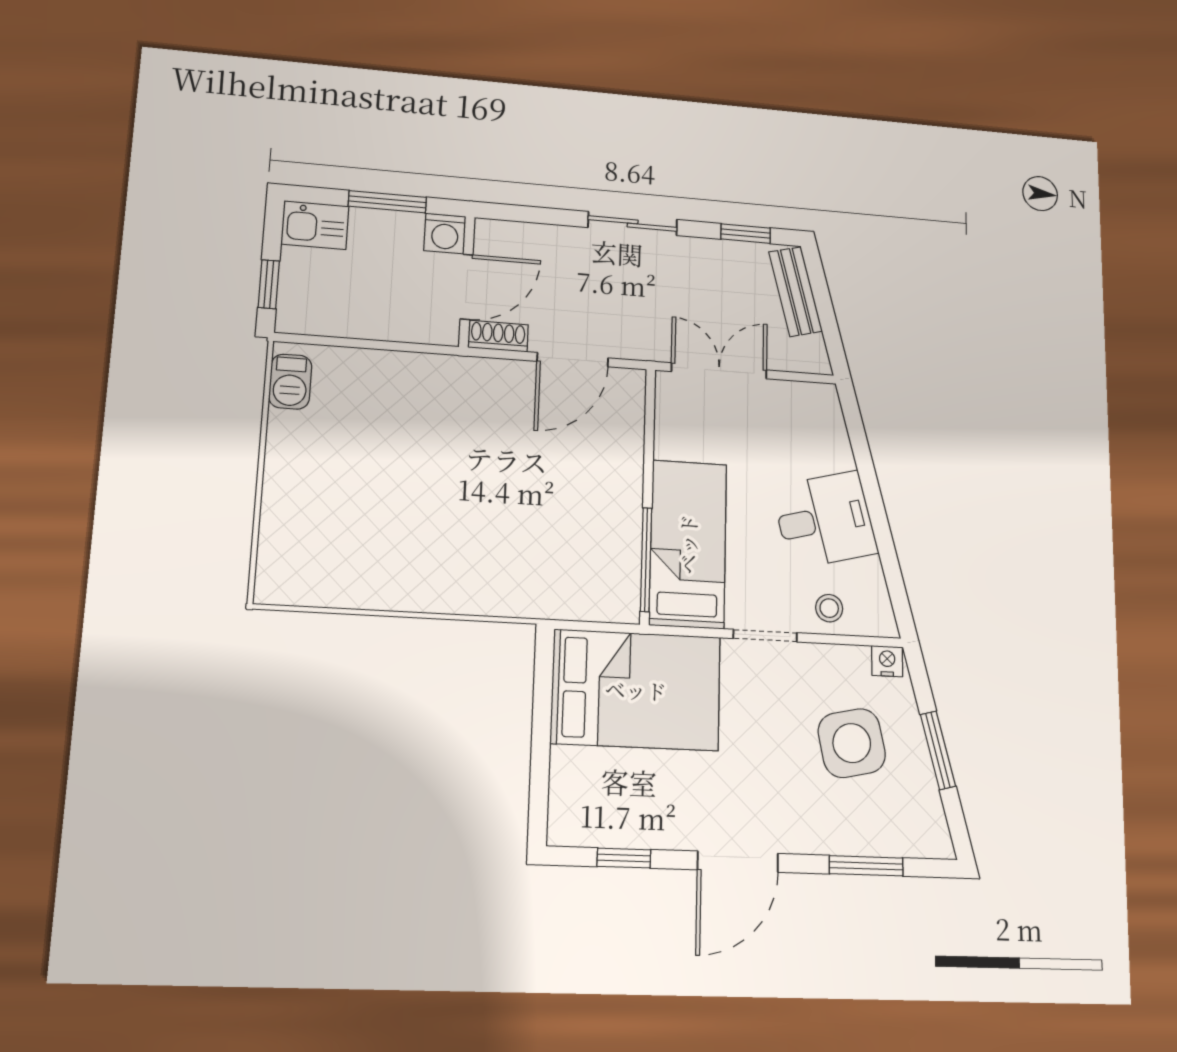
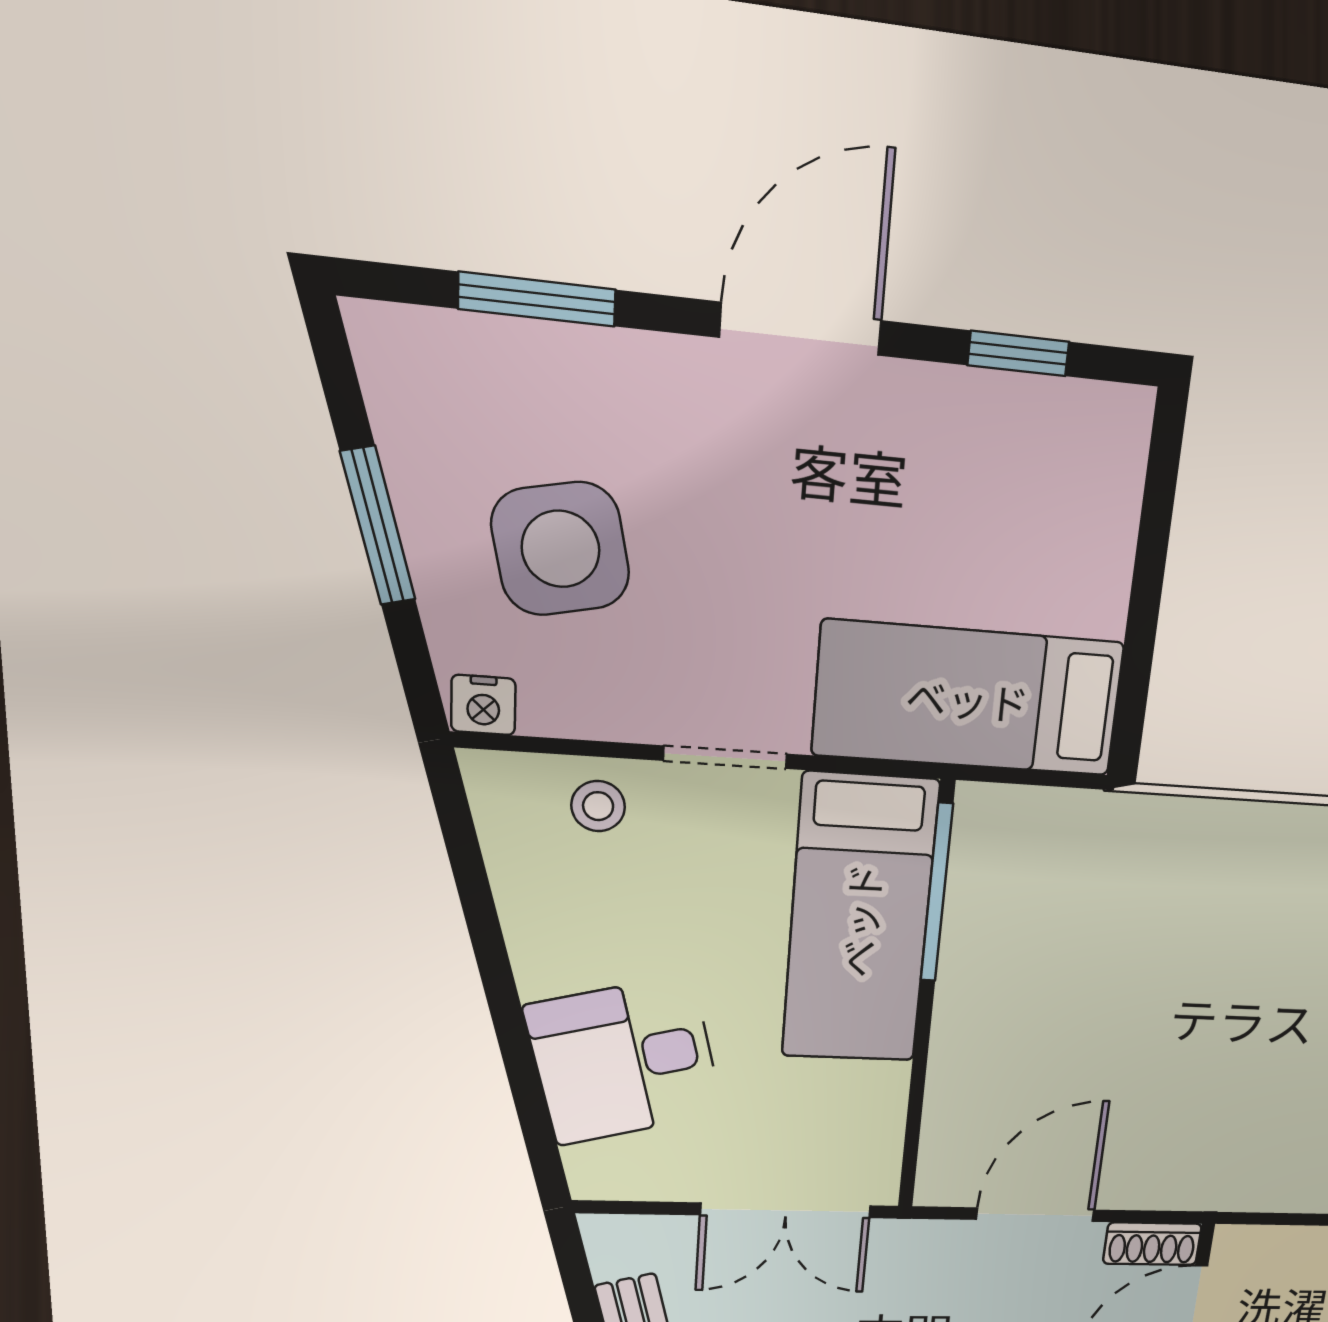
desk: (825, 520) -> (624, 1060), moved
bed: (636, 690) -> (968, 699), width x0.67

